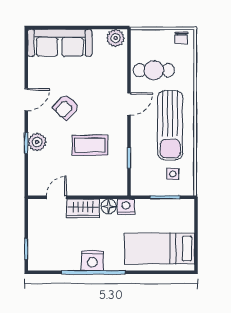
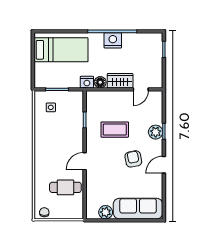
plant: (116, 38) -> (106, 212), moved
armchair: (66, 107) -> (133, 159), turned -54
sun lounger: (170, 125) -> (53, 145), removed

